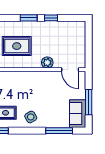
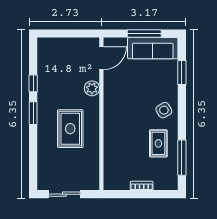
sofa: (78, 114) -> (153, 48), width x1.36
window: (59, 131) -> (182, 73), width x0.69

